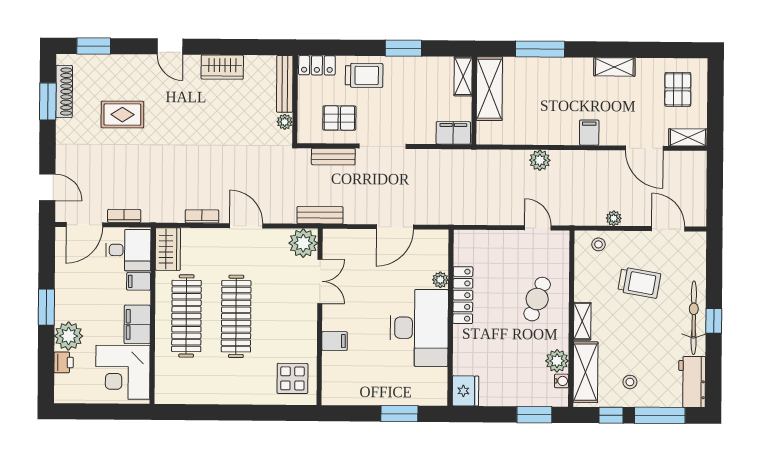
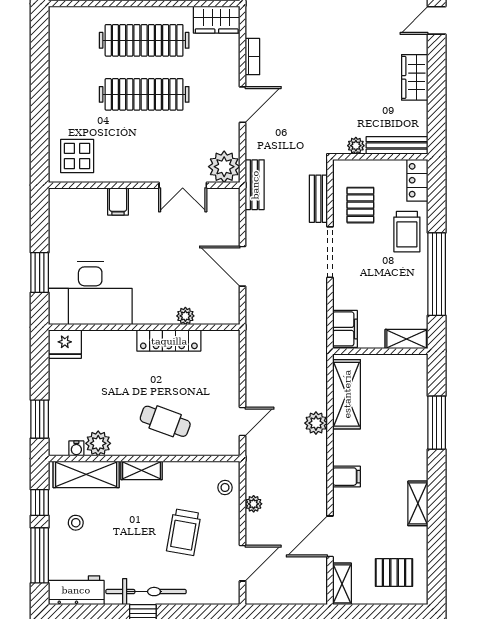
window: (403, 48) -> (437, 274), width x2.11
shelving: (489, 89) -> (347, 394), moved, turned 90
desk: (419, 328) -> (90, 293), moved

